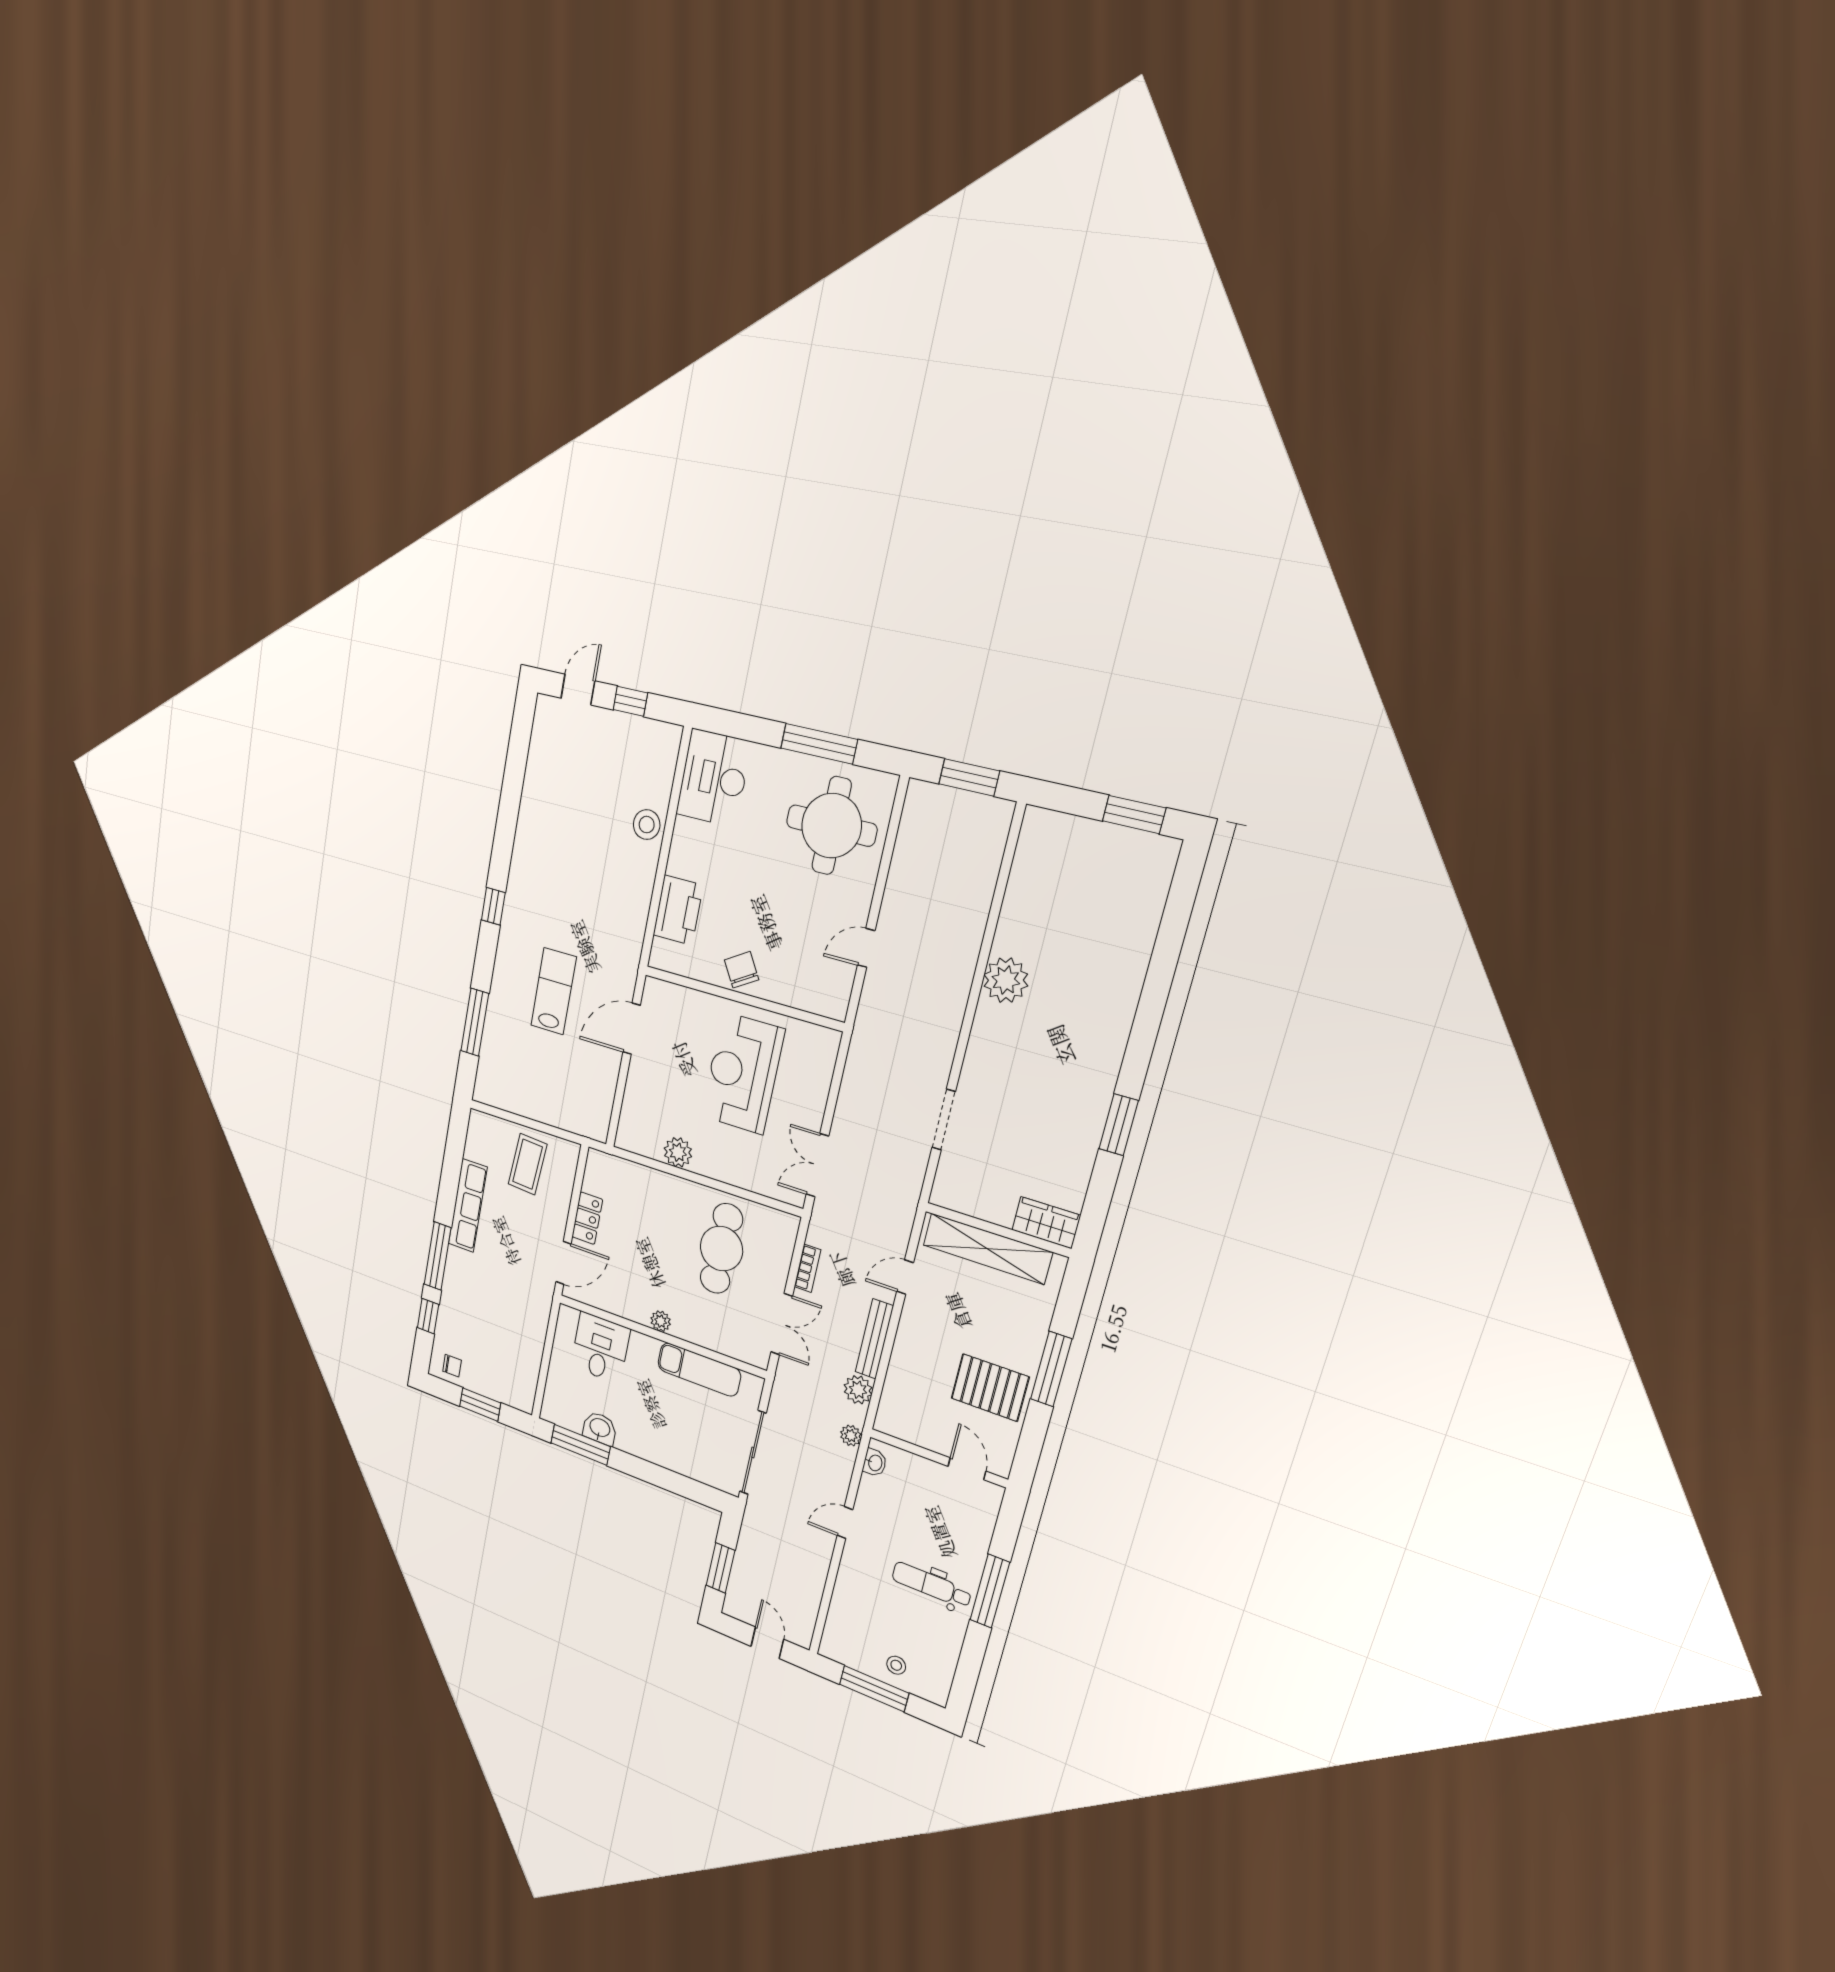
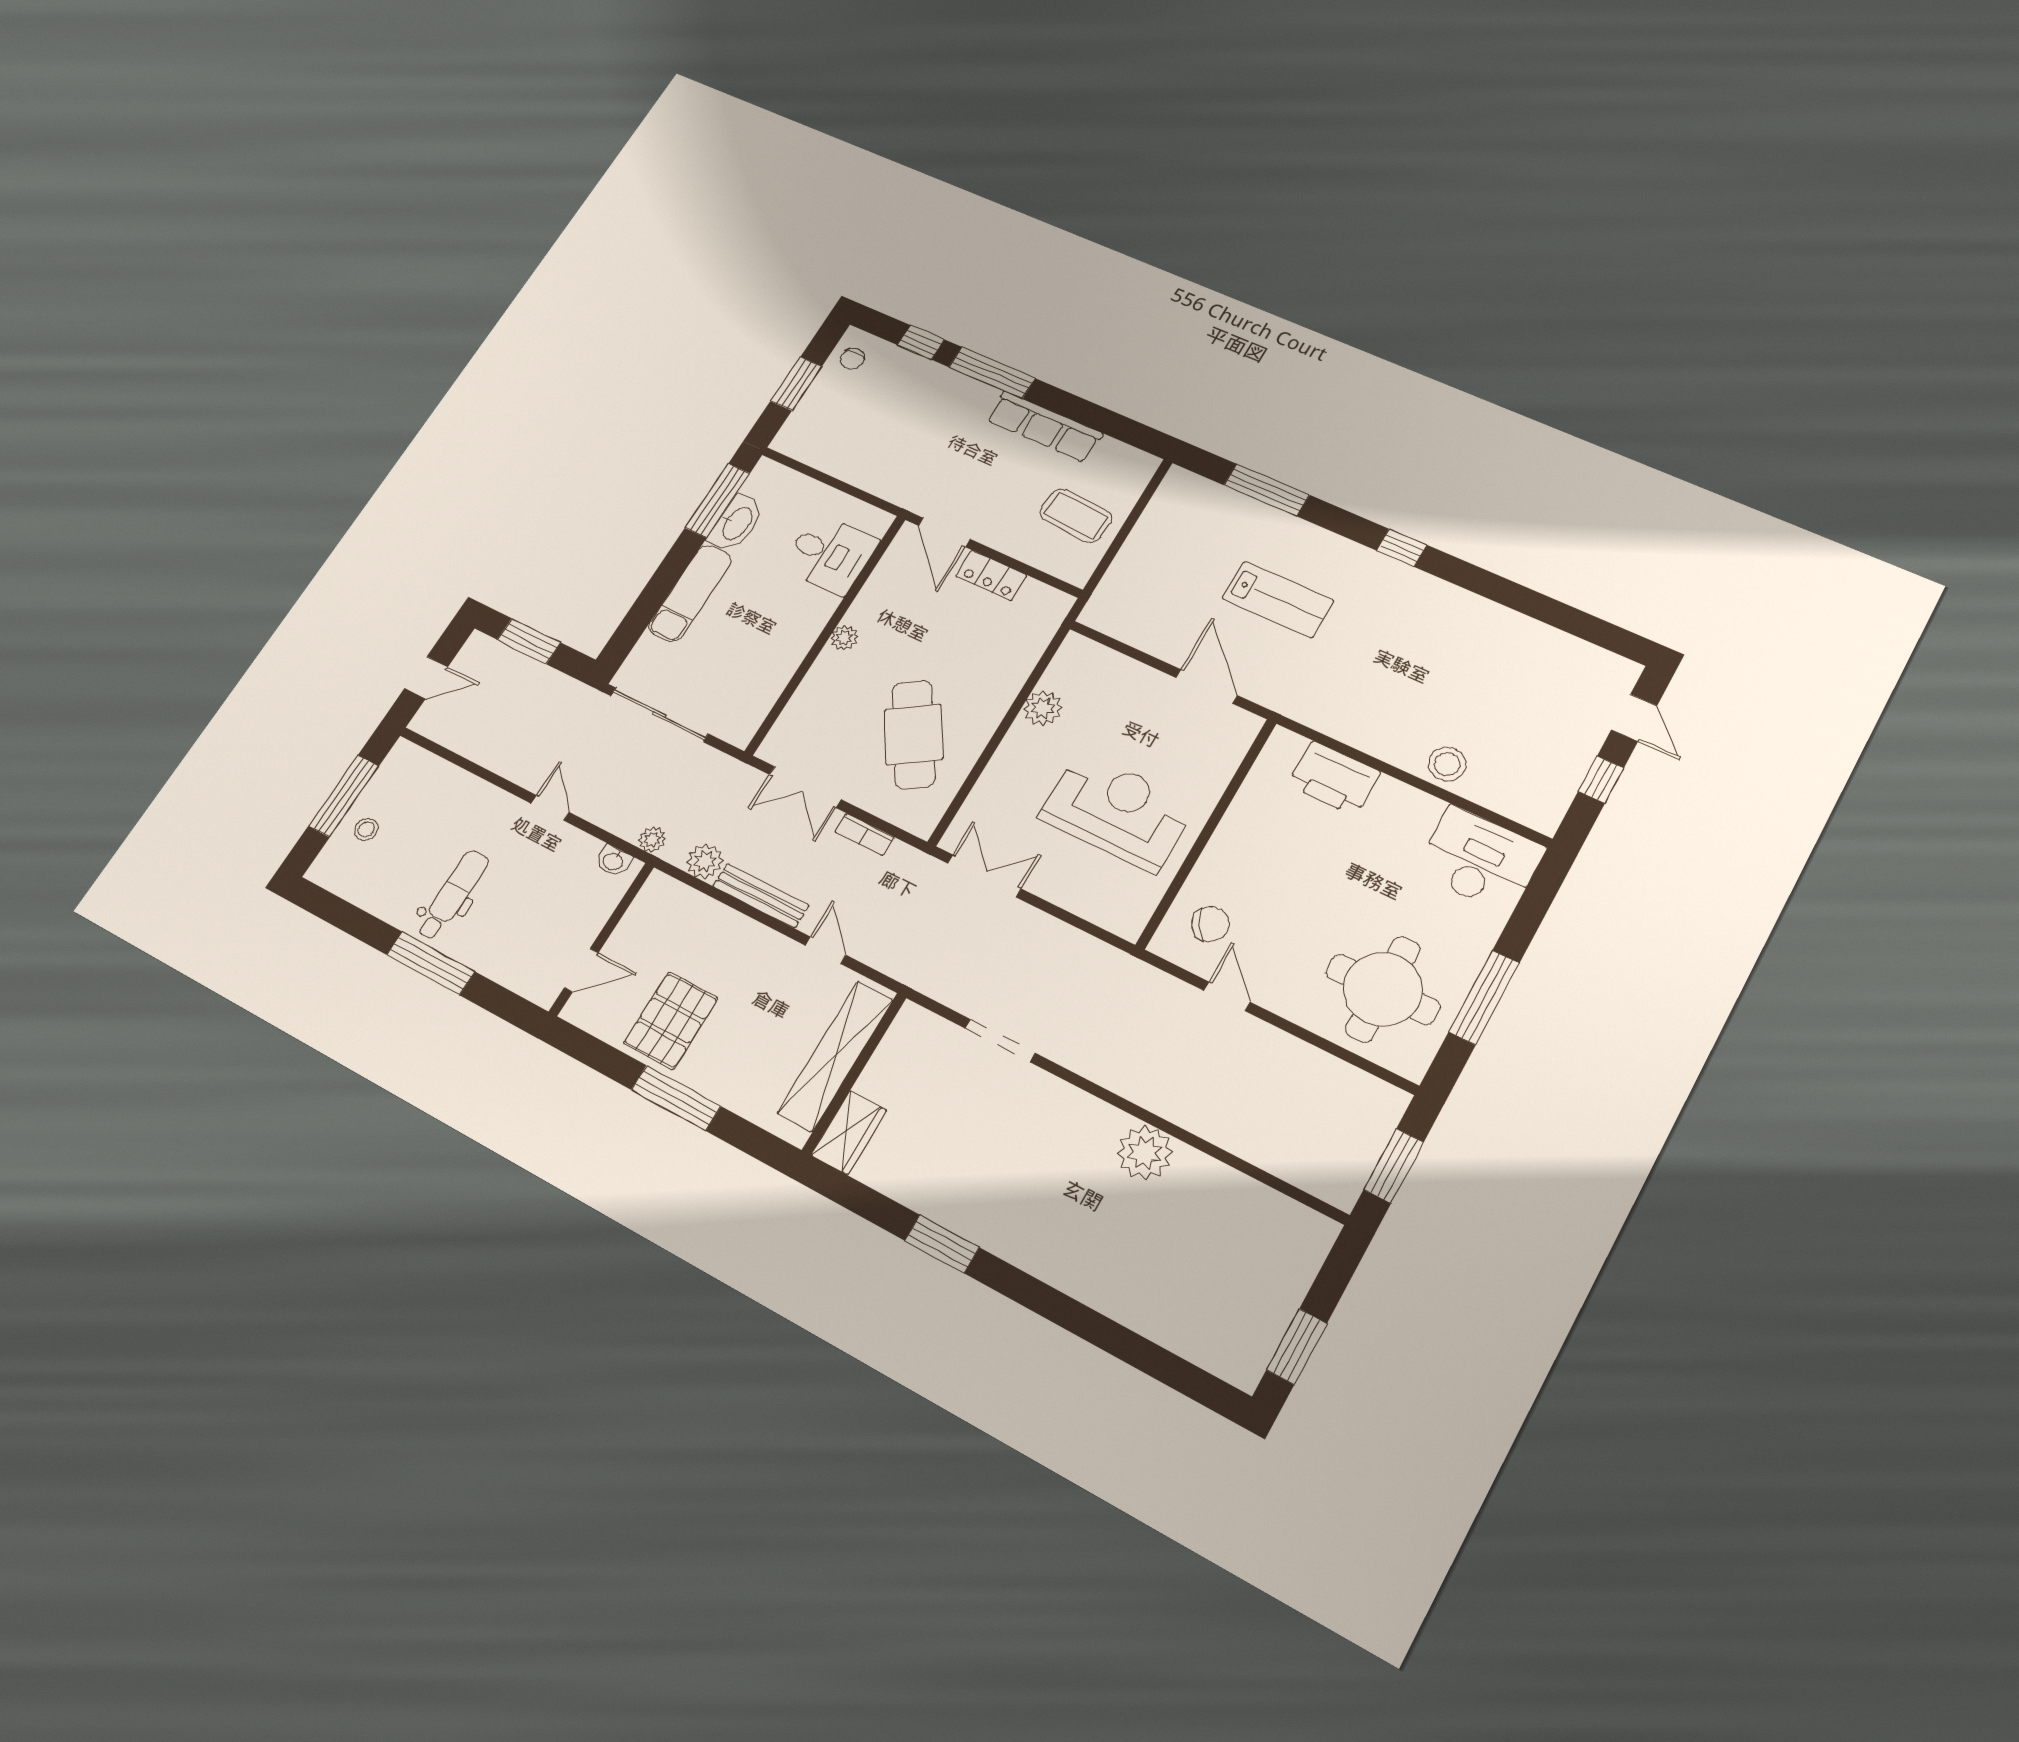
chair: (742, 970) -> (1210, 924), moved
cafe table: (721, 1249) -> (914, 734), turned 57
exam couch: (699, 1370) -> (690, 593), moved, turned 180
washbasin: (600, 1428) -> (736, 523), width x1.38

